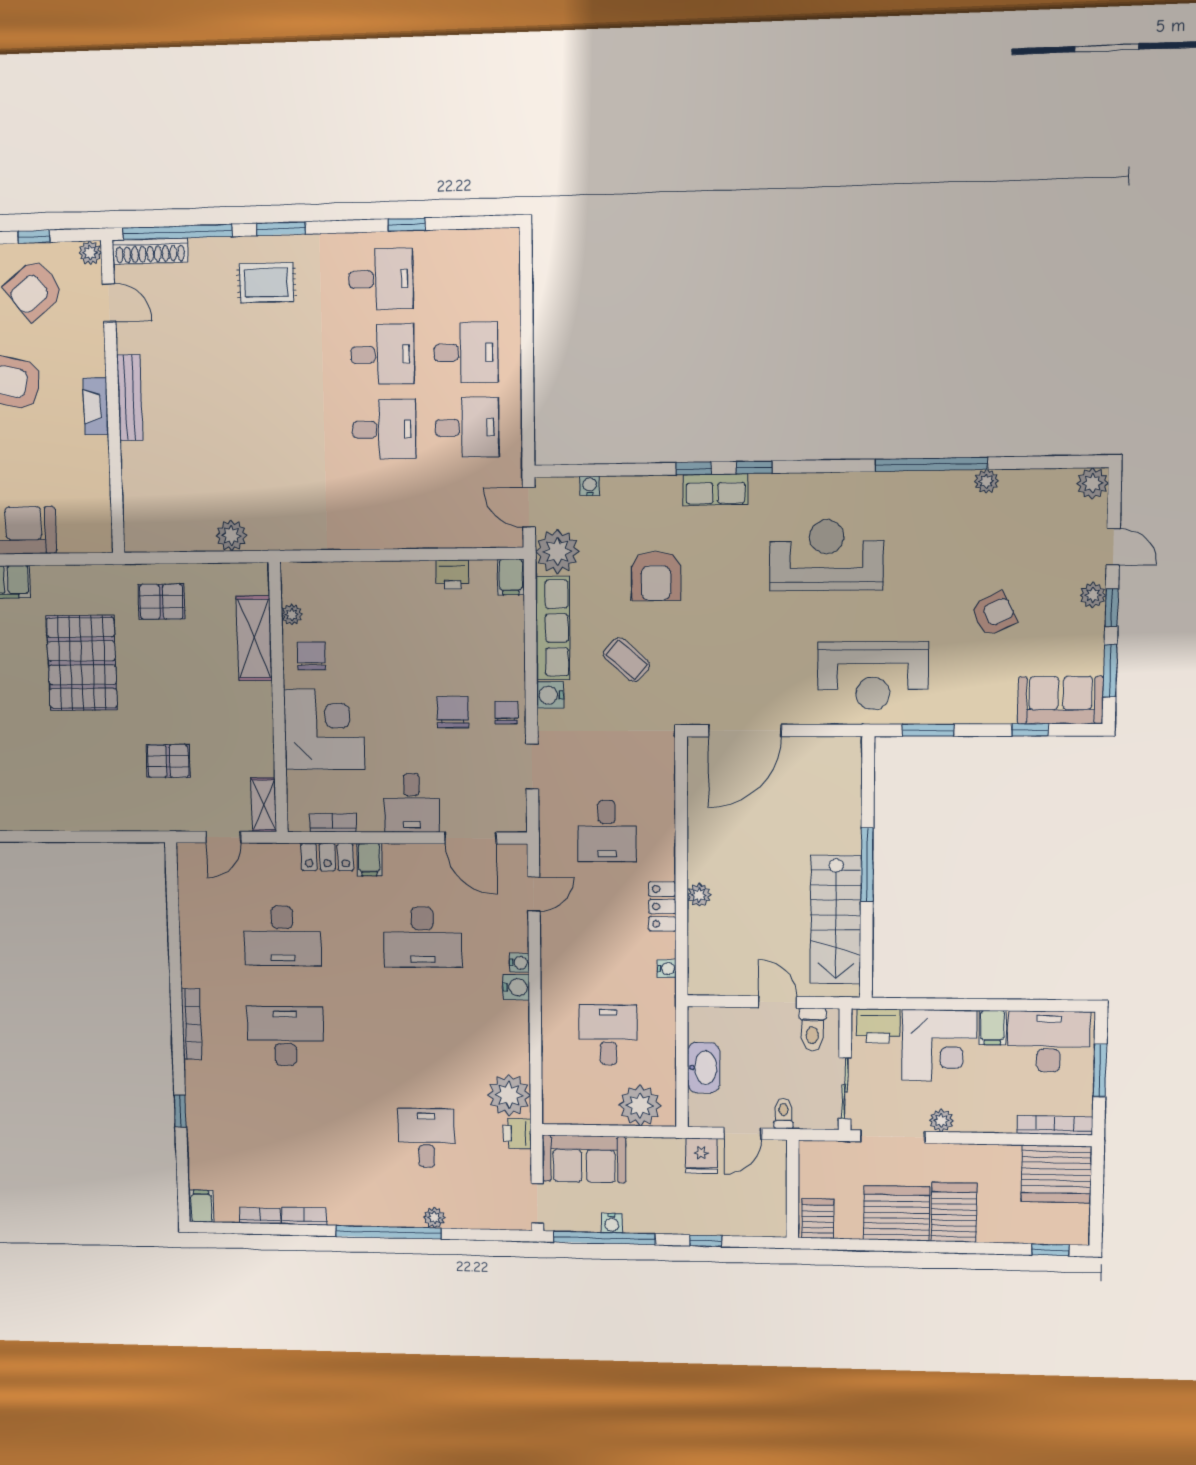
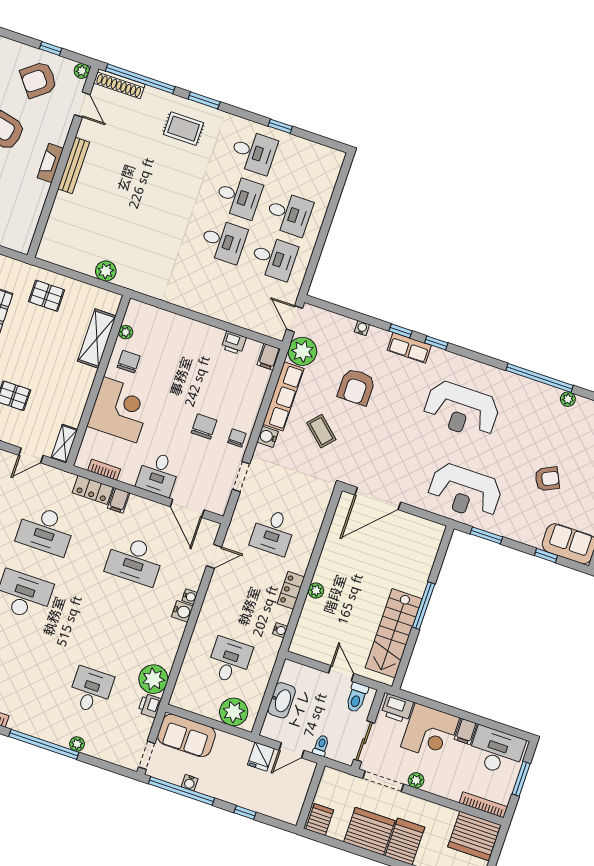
water cooler: (590, 486) -> (362, 328), moved
reception desk: (826, 555) -> (461, 410), turned 180

